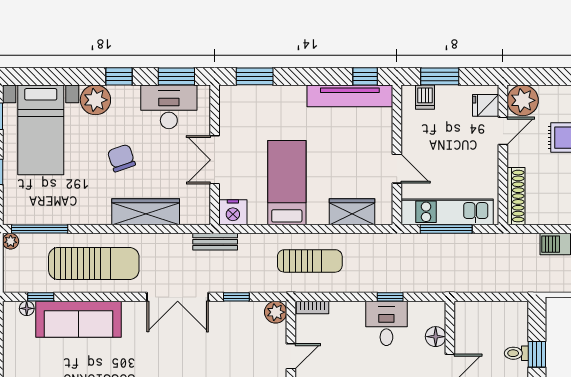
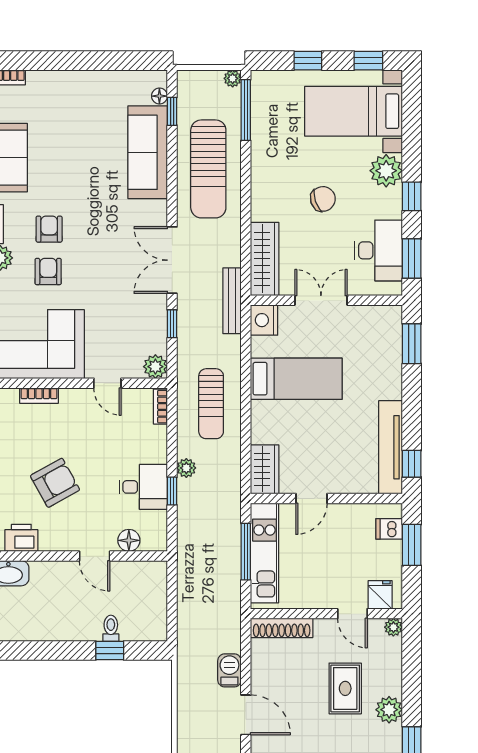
plant: (523, 100) -> (393, 627), width x0.53, depth x0.53
wardrobe: (146, 212) -> (265, 259), moved
wardrobe: (352, 212) -> (265, 469), moved
bench: (215, 242) -> (232, 301), width x1.36
plant: (369, 284) -> (186, 468), added

